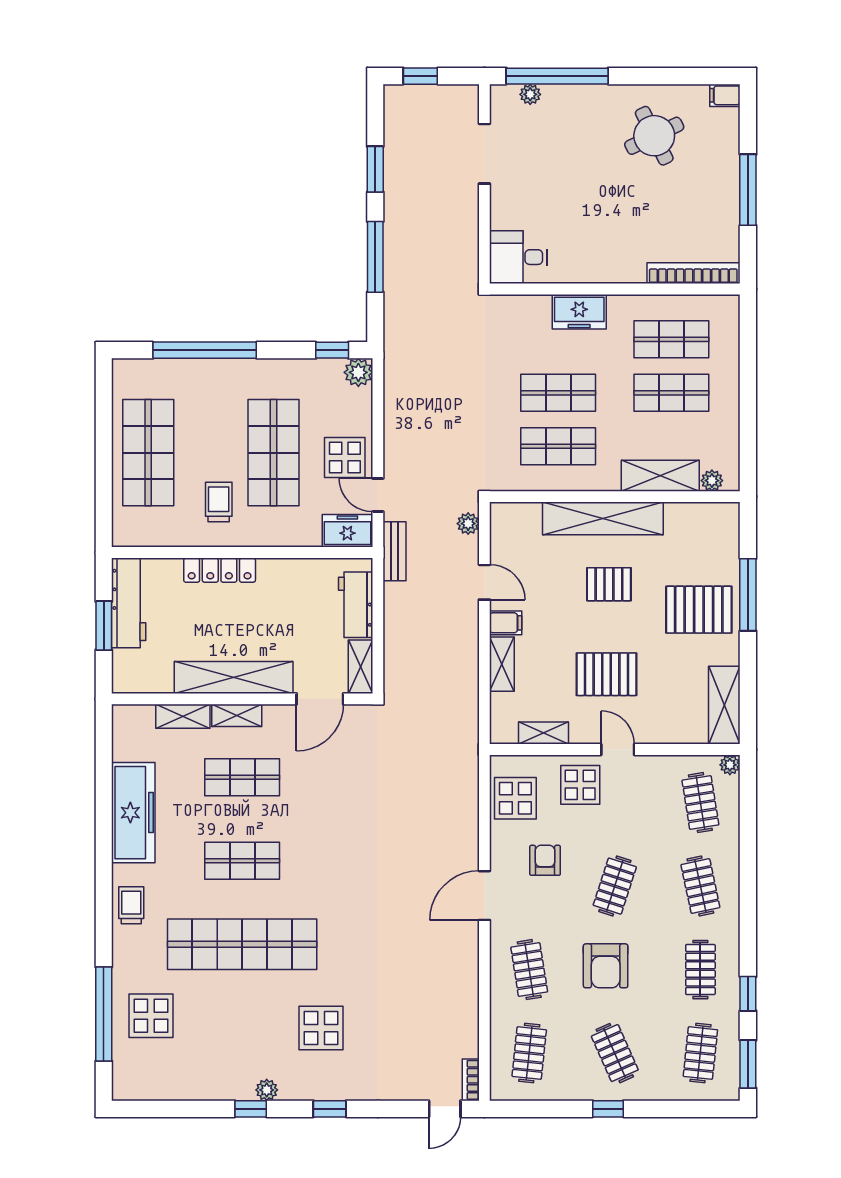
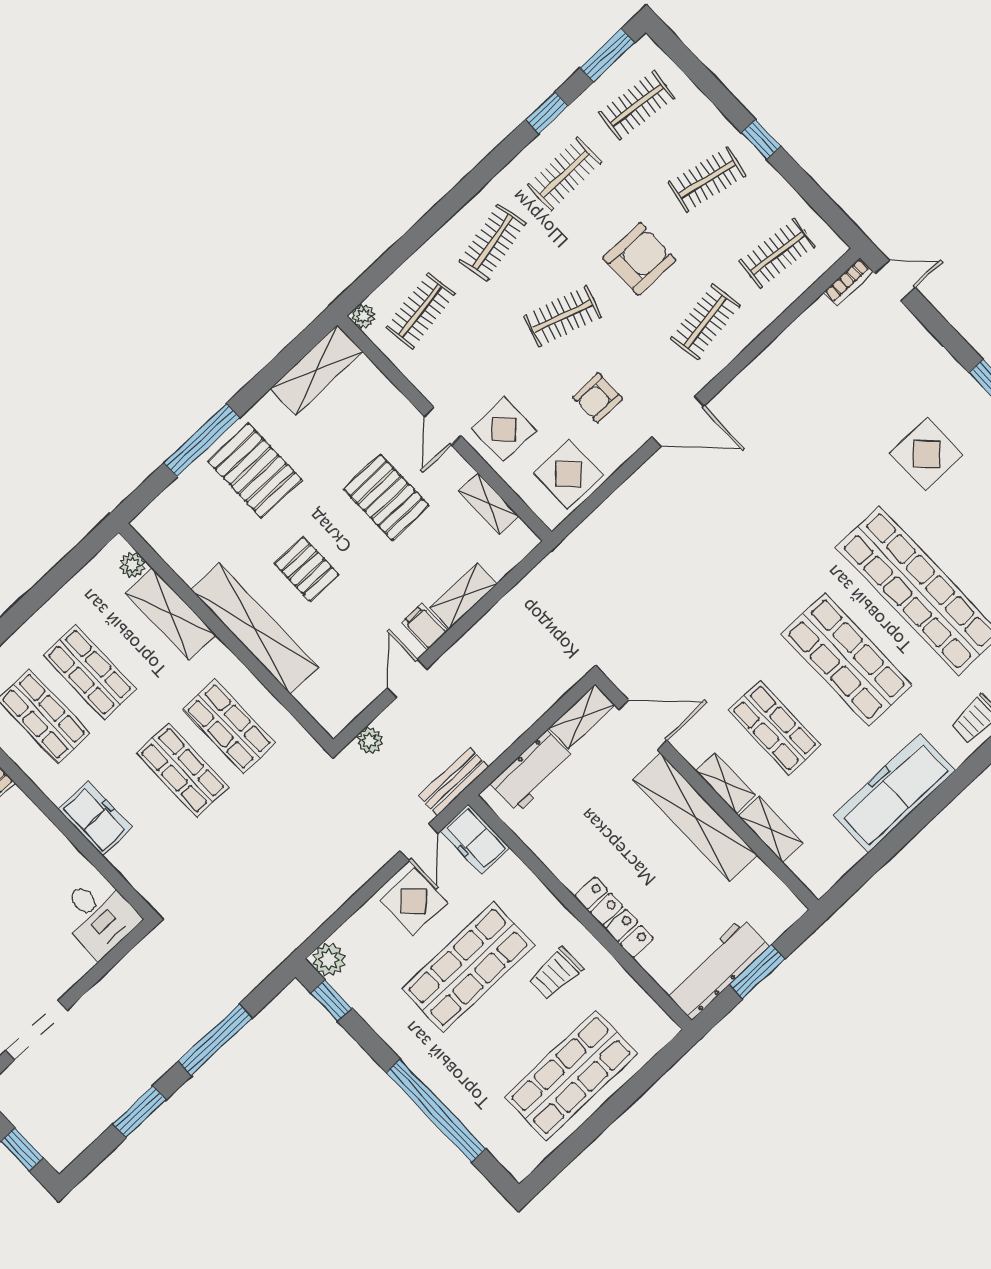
shop shelf: (242, 861) -> (847, 659), width x1.43, depth x1.36
clothes rail: (615, 1053) -> (707, 179), turned 36

